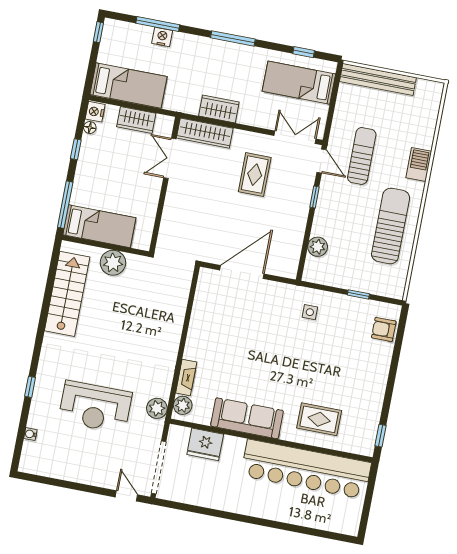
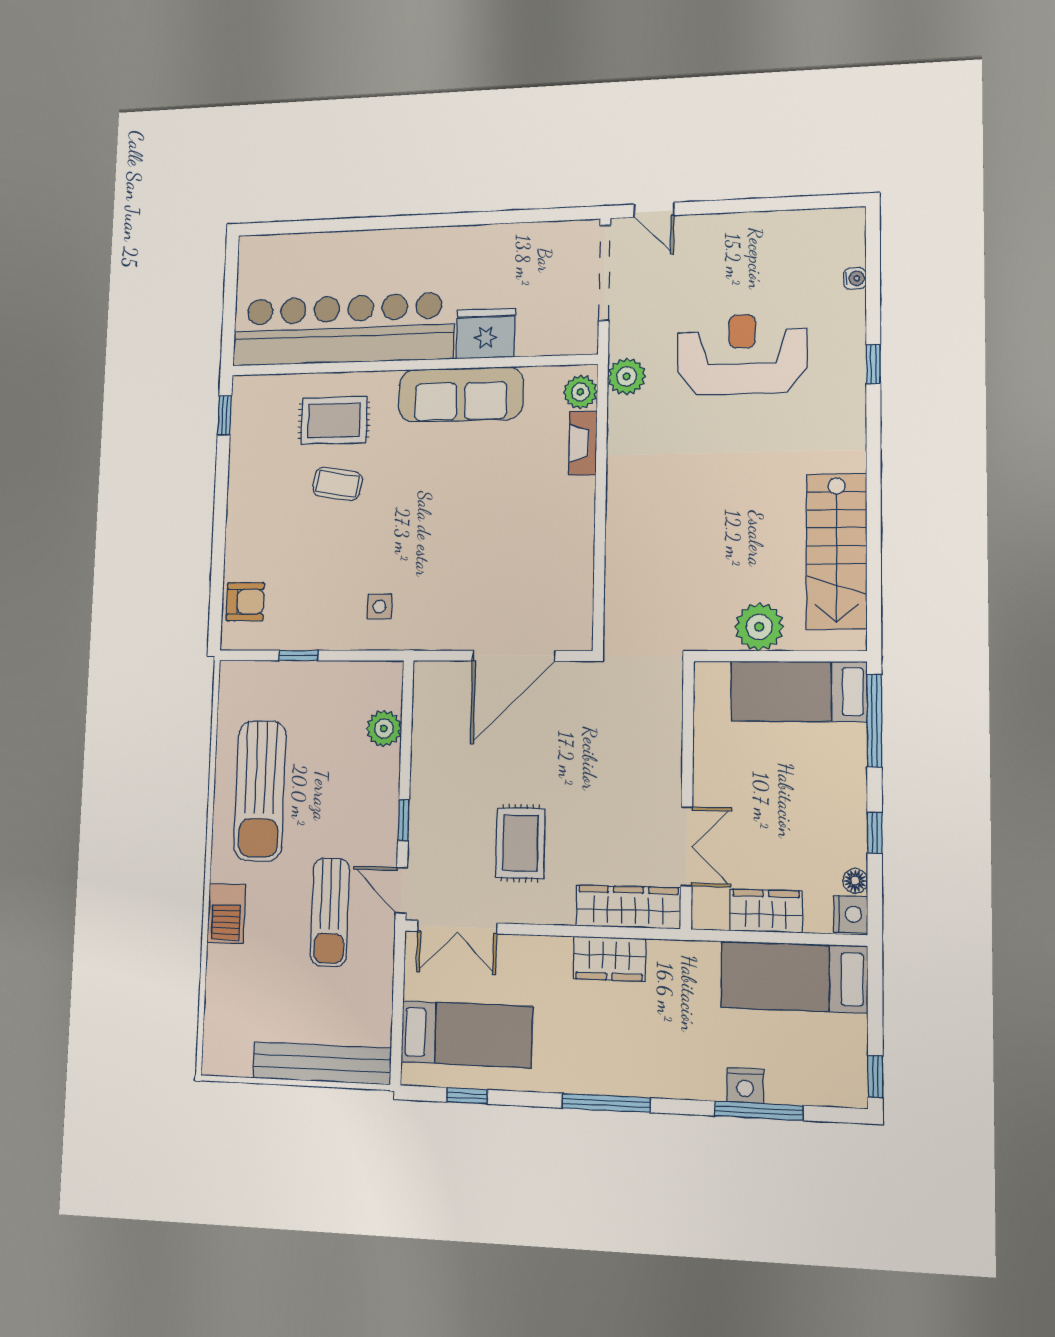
coffee table: (323, 384) -> (337, 484), added
fridge: (205, 444) -> (486, 334), moved

